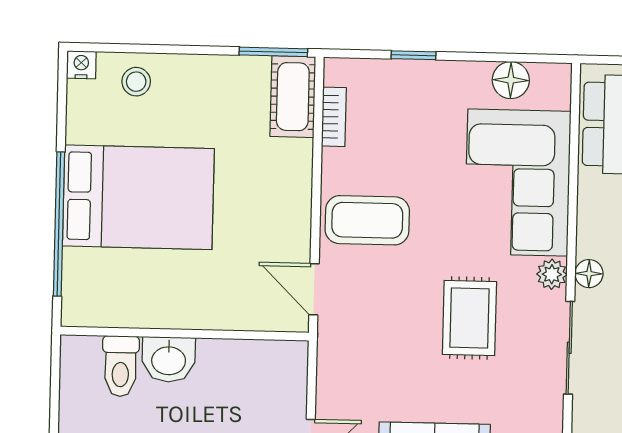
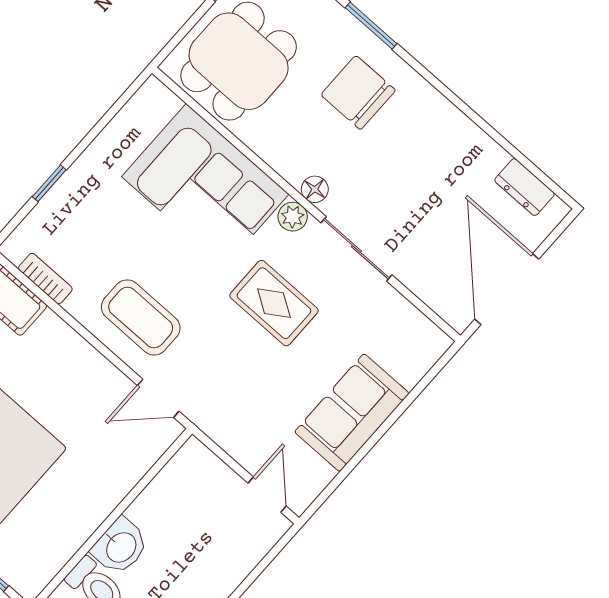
floor lamp: (511, 80) -> (127, 128), removed
coffee table: (367, 220) -> (141, 318), turned 90

